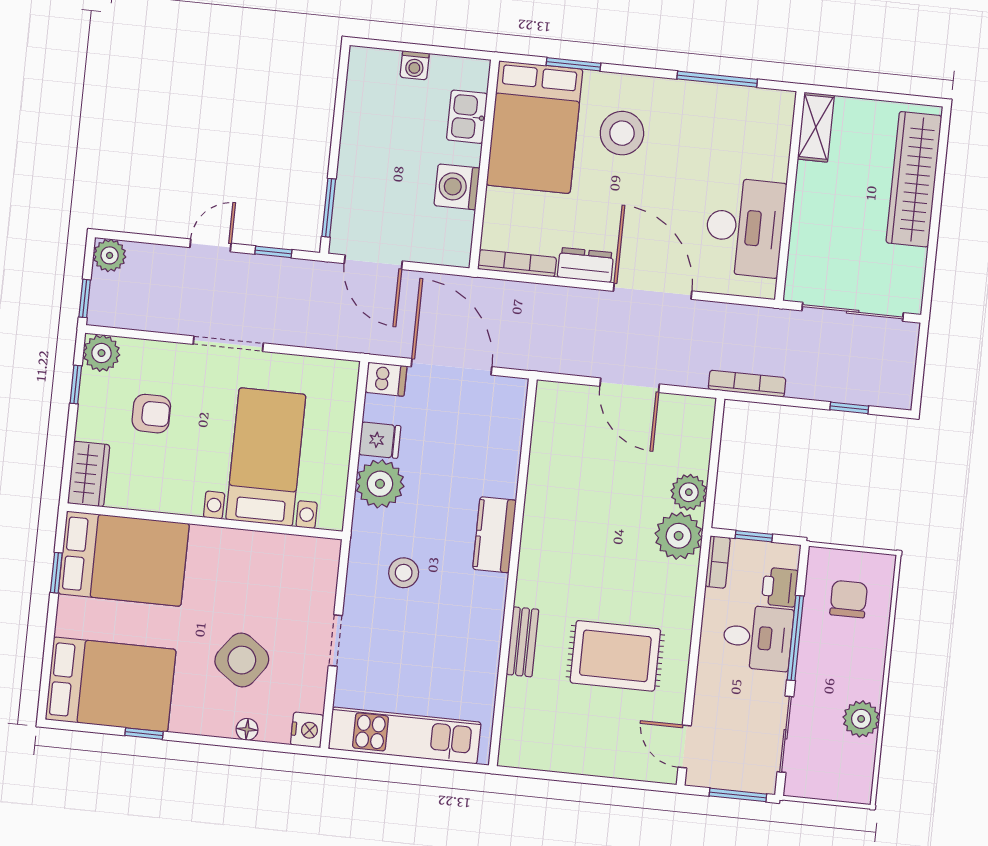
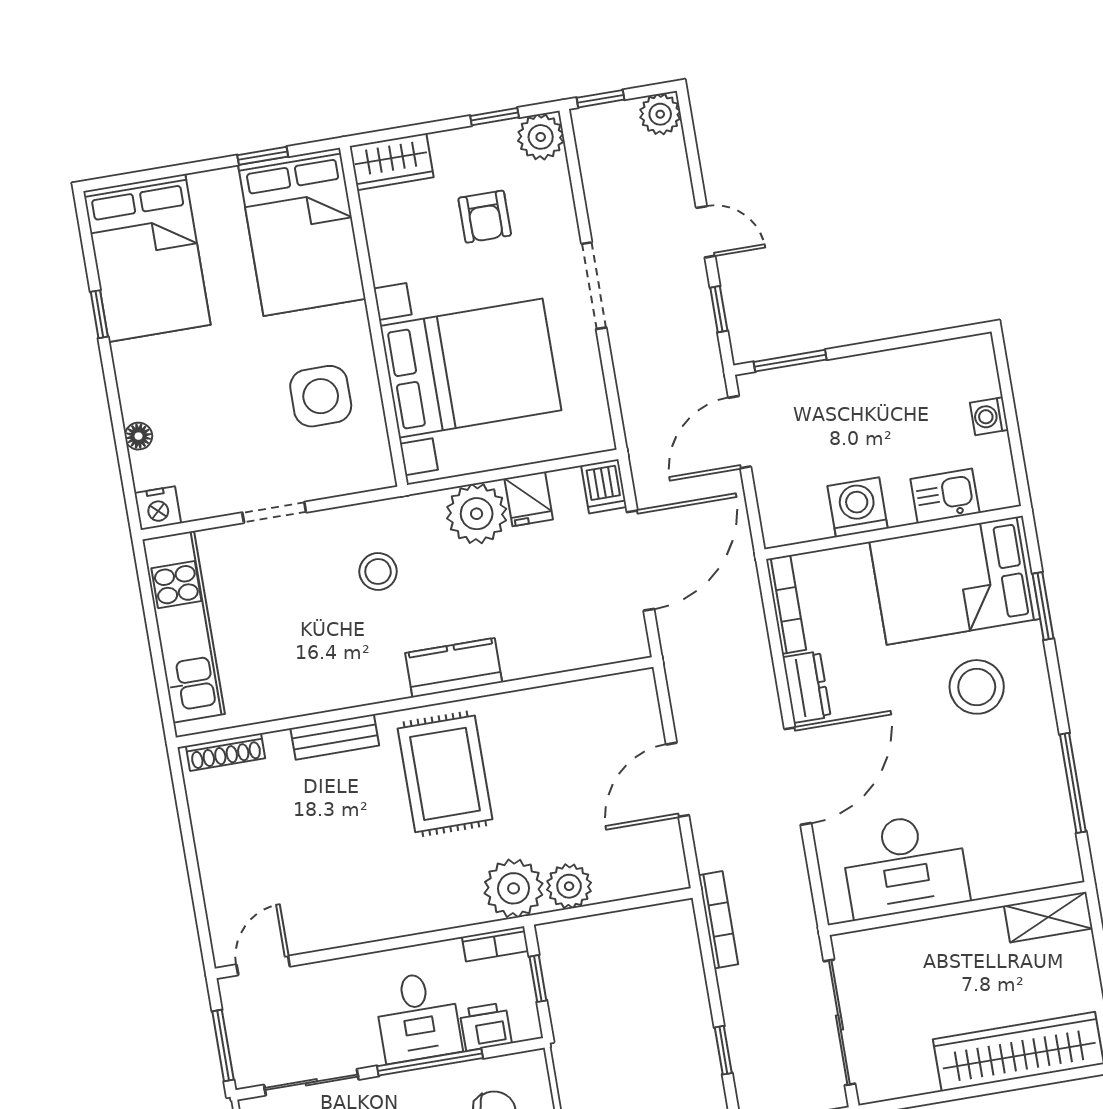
bed with nightstands: (266, 457) -> (471, 368), width x1.36
rug: (615, 656) -> (445, 774), moved
side table: (242, 660) -> (321, 396), moved, turned -36
shoe rack: (511, 730) -> (226, 752), added

